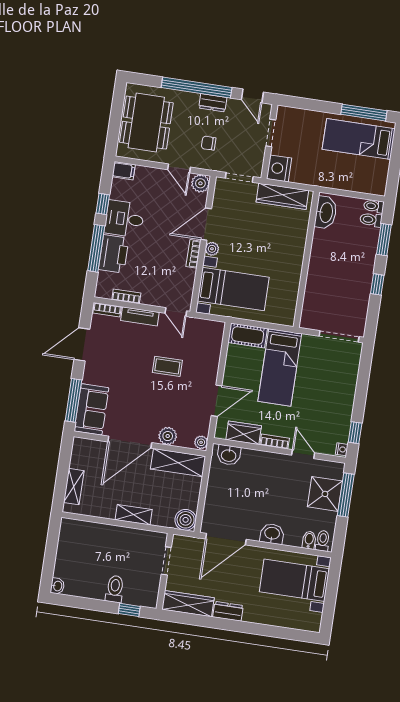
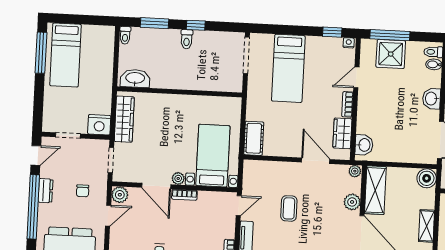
toilet: (371, 220) -> (187, 39), moved
bed: (280, 367) -> (288, 68), moved, turned 90

